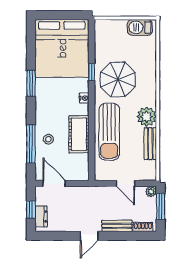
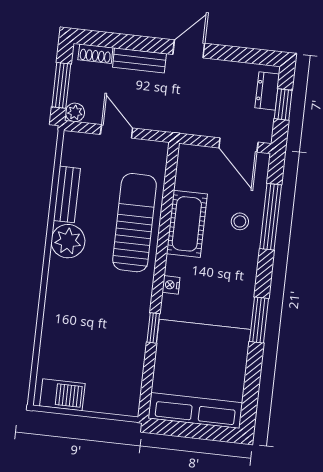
parasol: (118, 80) -> (110, 310), removed

